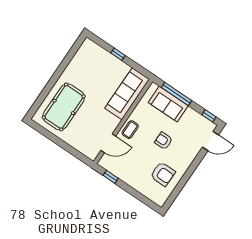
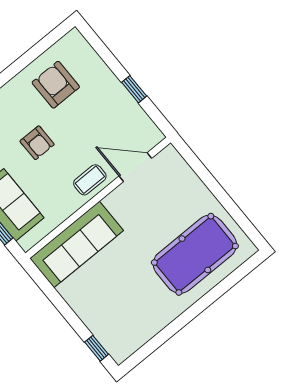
window: (118, 54) -> (96, 348), moved
window: (111, 177) -> (134, 89), moved

